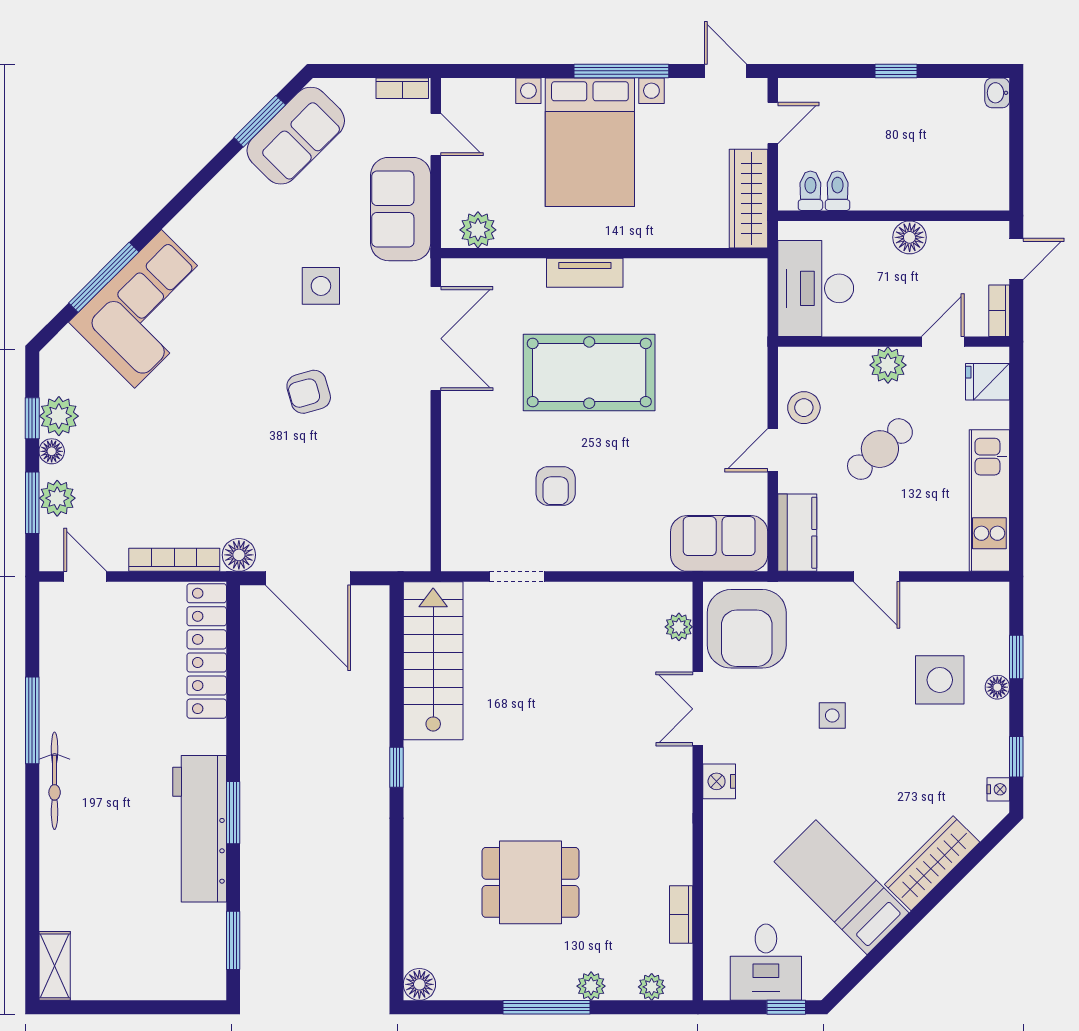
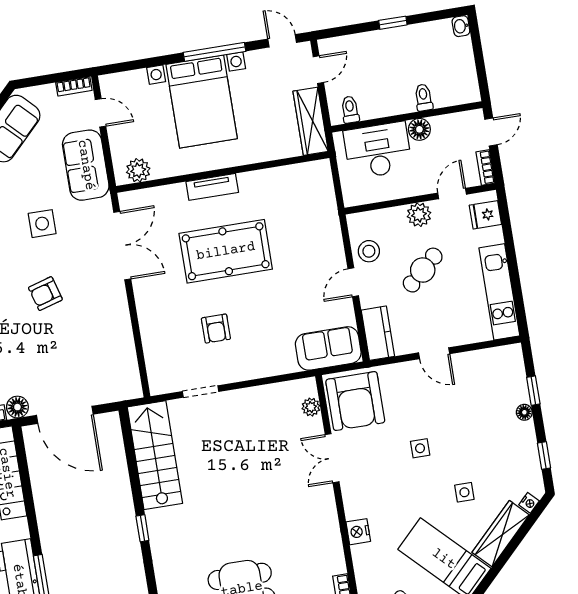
toilet: (838, 191) -> (424, 98), moved
desk: (816, 288) -> (378, 150), moved, turned 90
side table: (940, 680) -> (464, 492), moved, width x0.54, depth x0.54
nightstand: (719, 781) -> (358, 532), moved
nightstand: (998, 789) -> (529, 503), moved, turned 45

